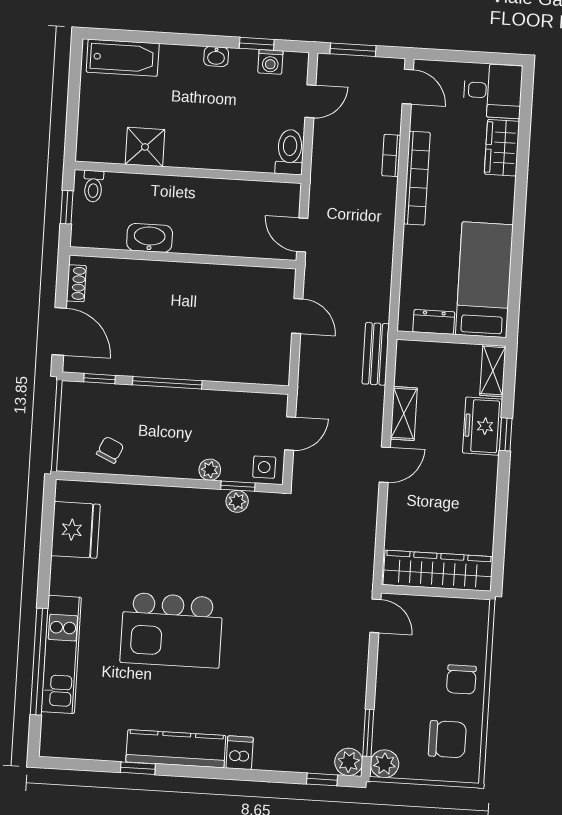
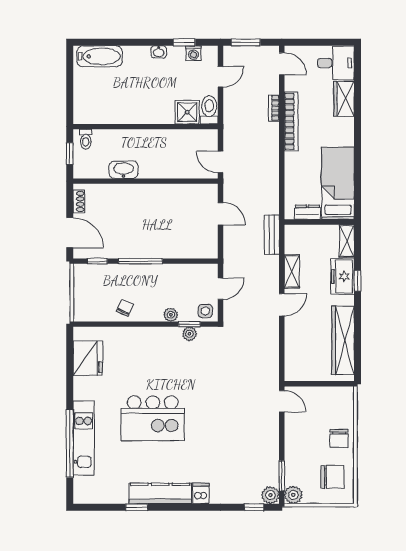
shower: (145, 147) -> (187, 112), moved
chair: (110, 450) -> (125, 308), moved
wardrobe: (438, 571) -> (343, 340), moved, turned -90

